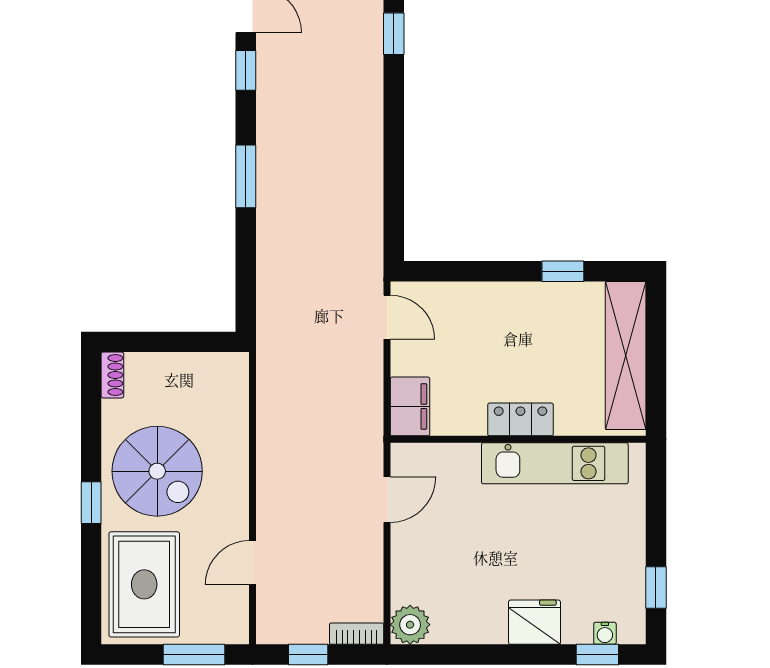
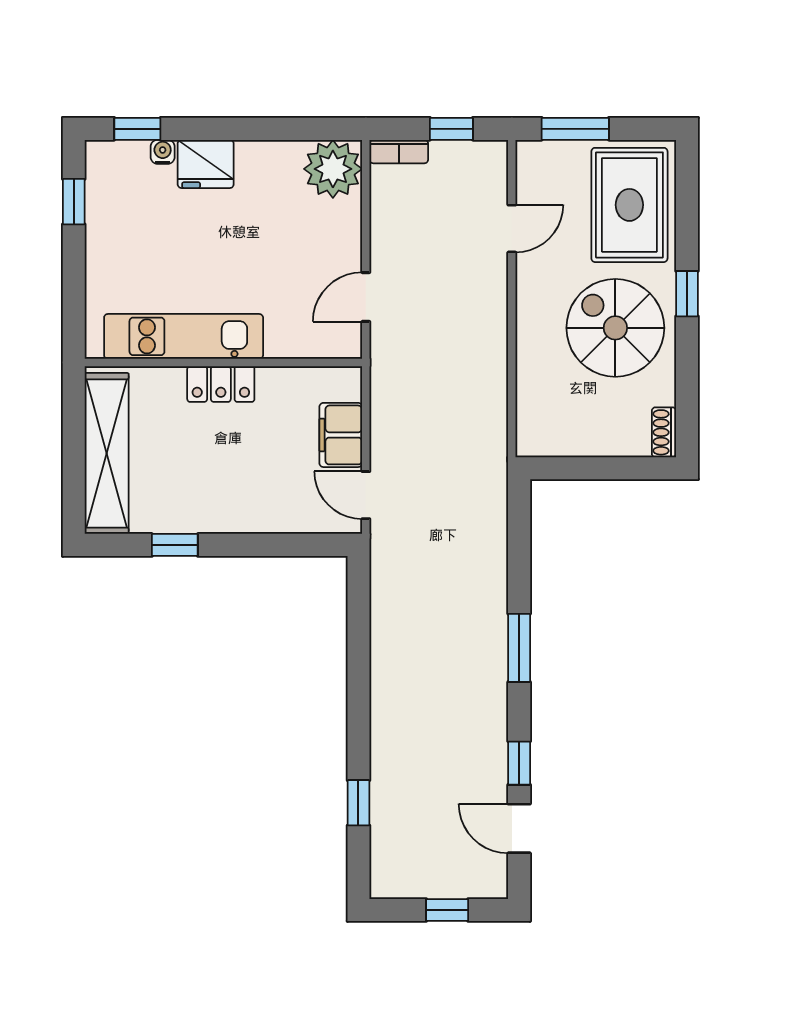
filing cabinet: (410, 406) -> (341, 435), moved
plant: (410, 625) -> (333, 169), width x1.36, depth x1.36
water cooler: (605, 633) -> (163, 152), moved

